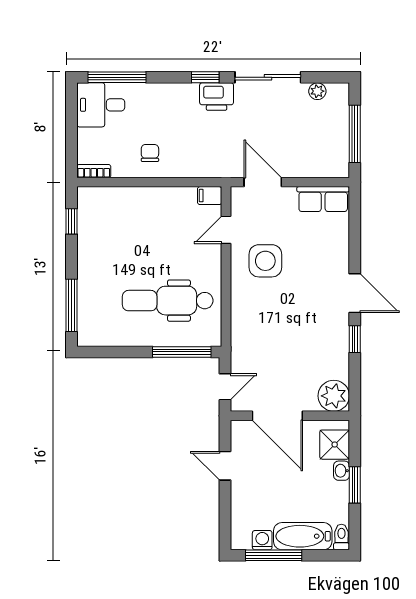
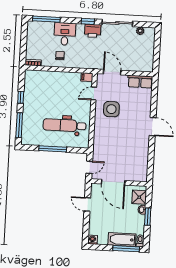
desk: (101, 105) -> (65, 34), moved, turned 90
window: (355, 134) -> (157, 52), removed
window: (71, 221) -> (21, 97), moved
window: (355, 339) -> (151, 148), removed
window: (182, 352) -> (53, 149), moved
plant: (334, 396) -> (140, 174), removed
washing machine: (262, 540) -> (92, 240), moved
window: (274, 555) -> (126, 249), moved

